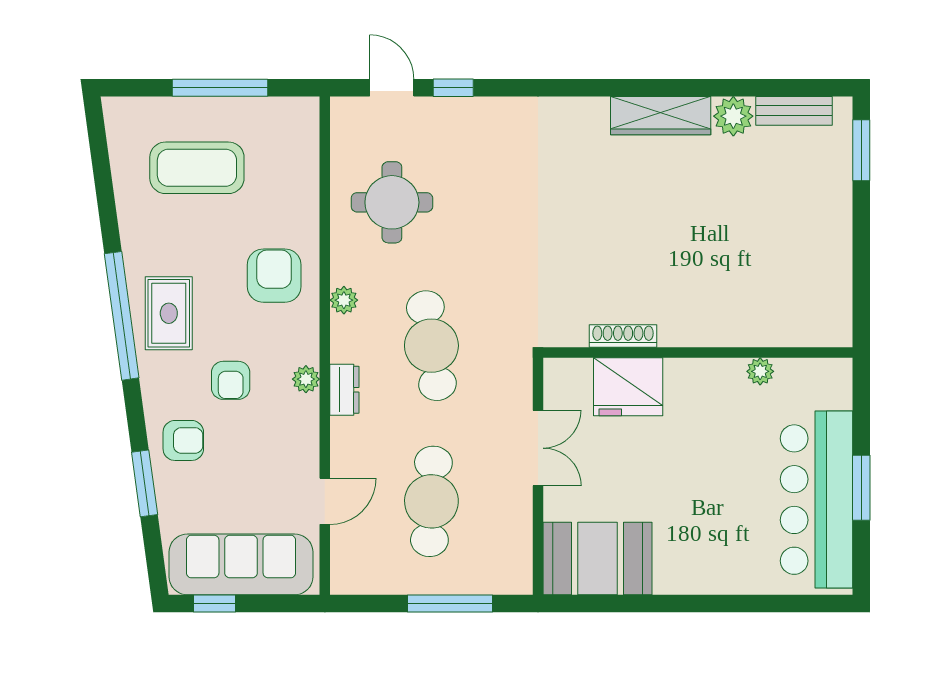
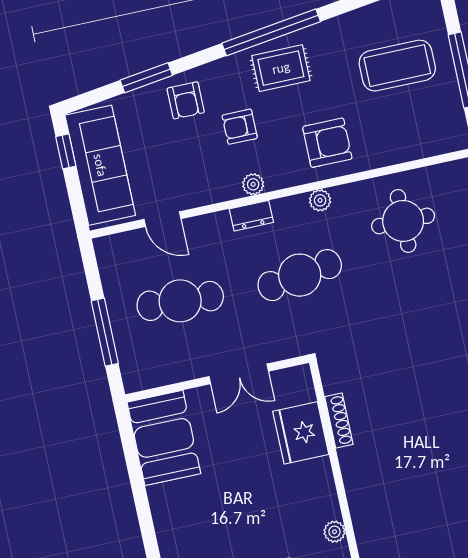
coffee table: (197, 168) -> (397, 66), turned 90

